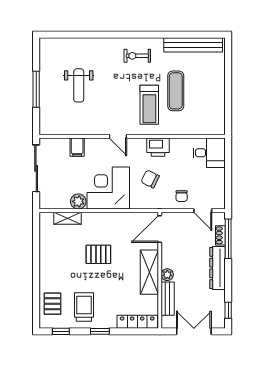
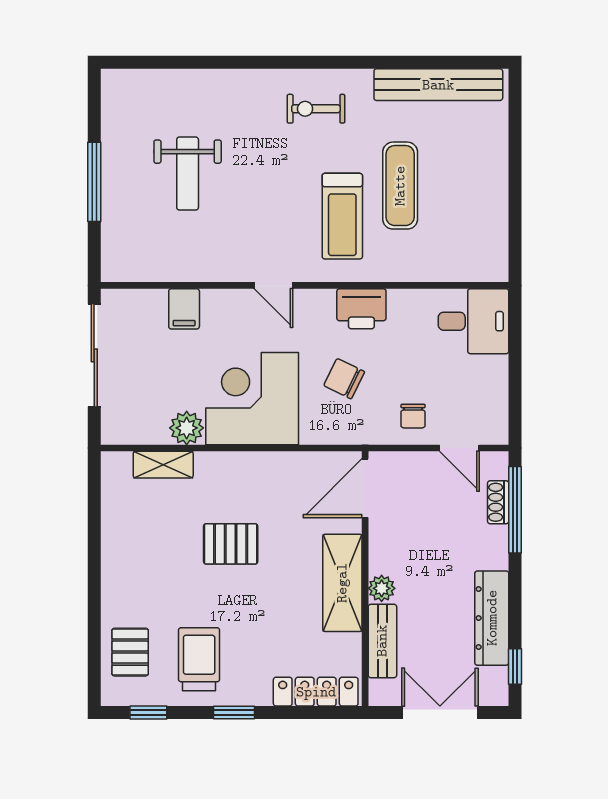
dresser: (218, 268) -> (492, 618), moved

